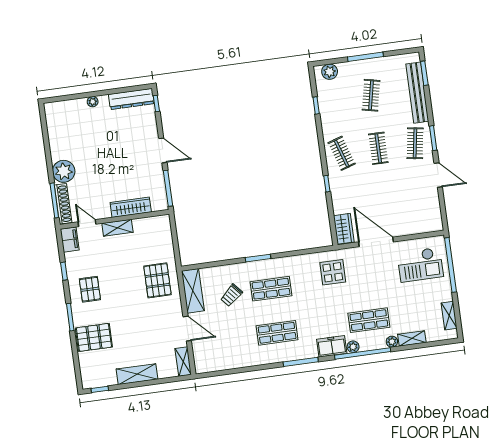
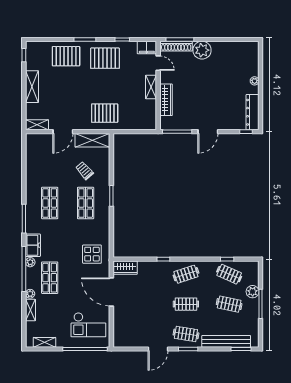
plant: (330, 72) -> (253, 292), moved
clothes rail: (334, 100) -> (229, 274), added
door: (87, 223) -> (158, 63), hinge flipped
door: (376, 242) -> (111, 292), swing flipped
checkout: (420, 265) -> (88, 325), turned -90
pallet: (90, 289) -> (105, 58), width x1.50, depth x1.42
pallet: (94, 337) -> (66, 56), turned 90

